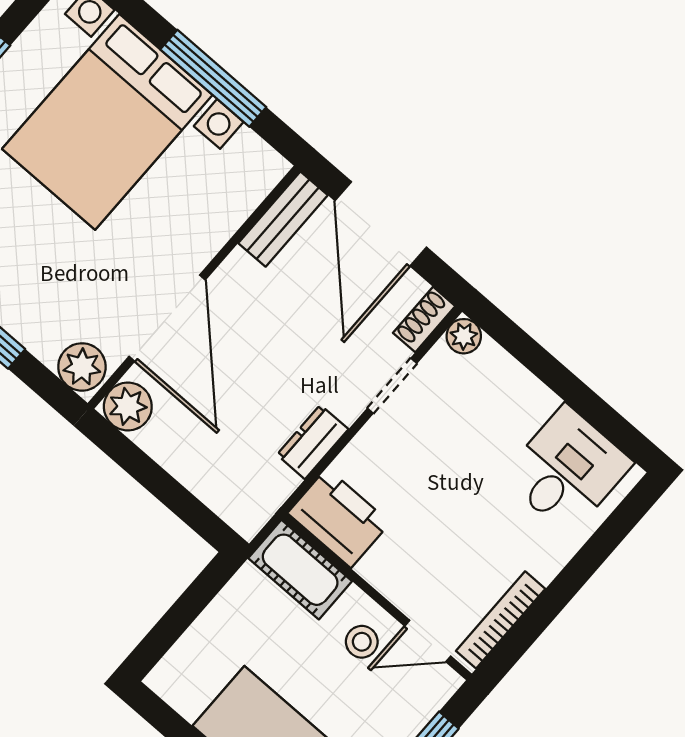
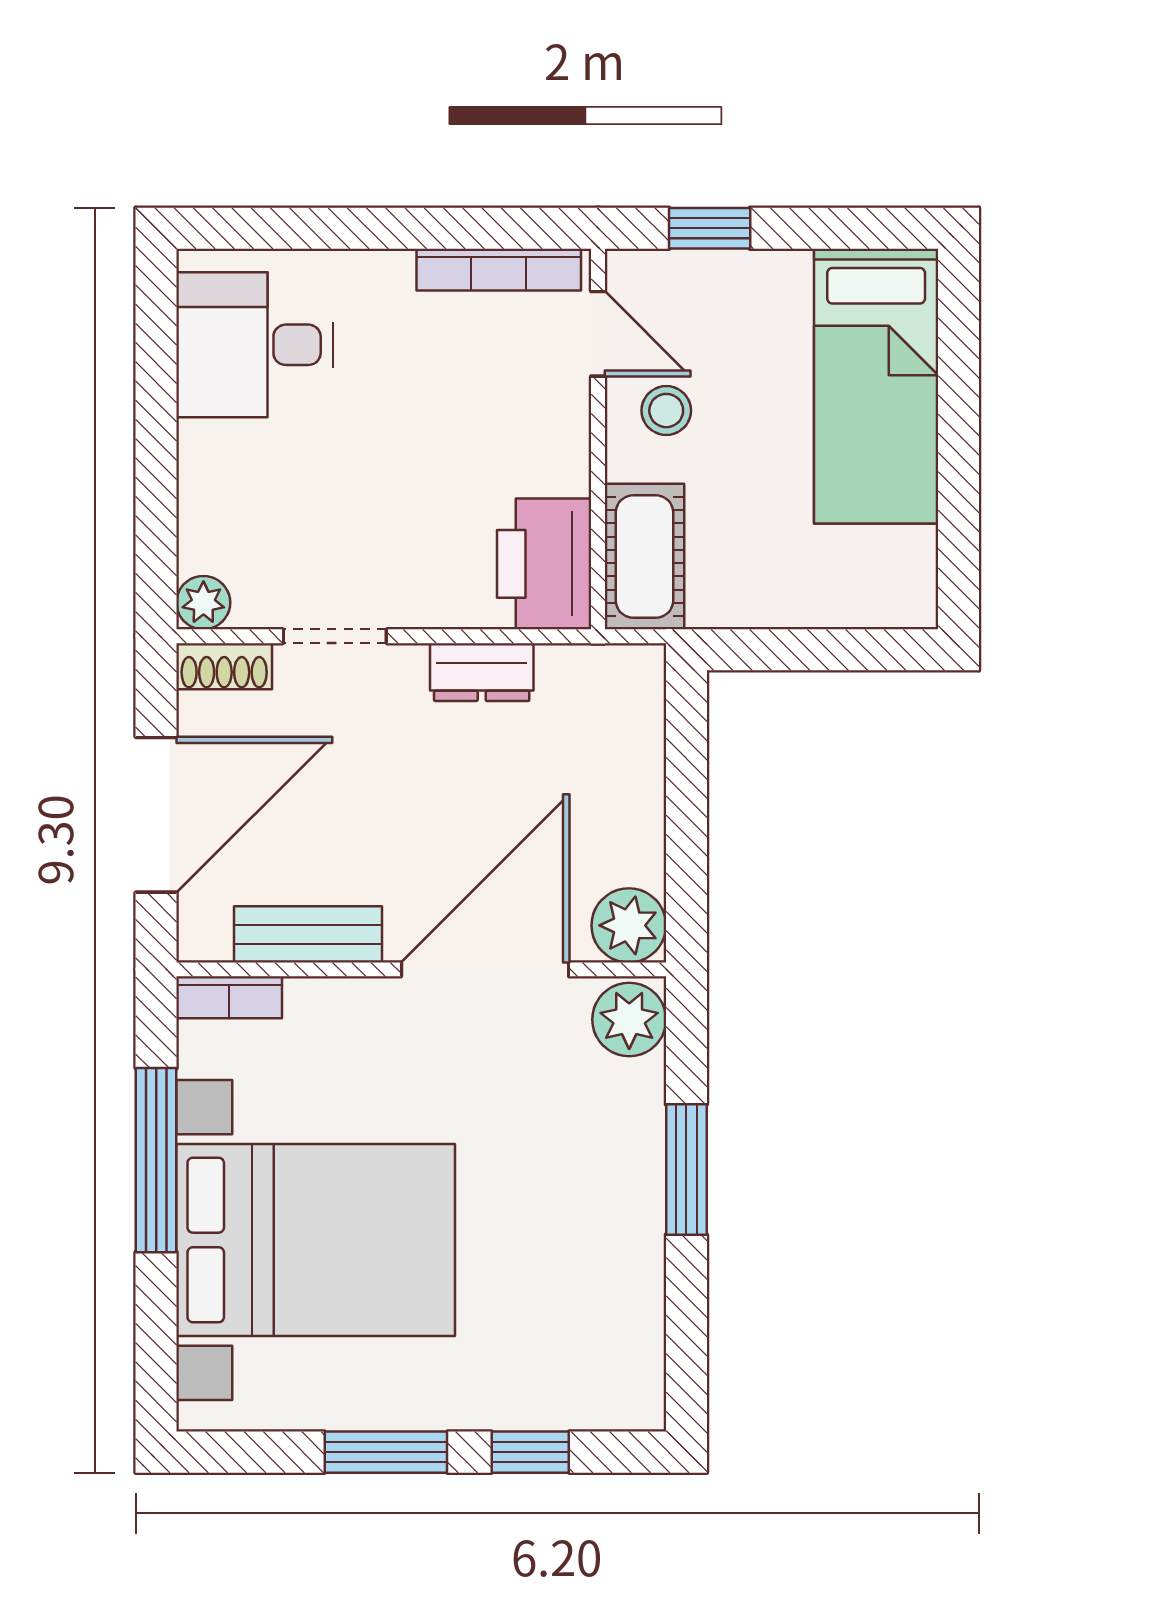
bookcase: (261, 182) -> (229, 997), added
bench: (283, 219) -> (308, 934), moved

